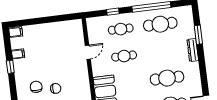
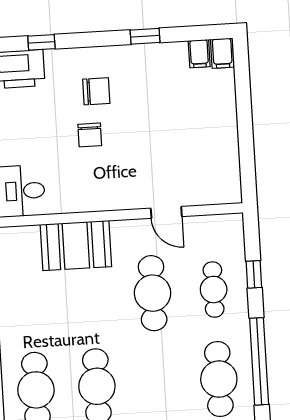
filing cabinet: (18, 54) -> (199, 54), moved
cafe table: (124, 56) -> (153, 293), width x1.37, depth x1.35

